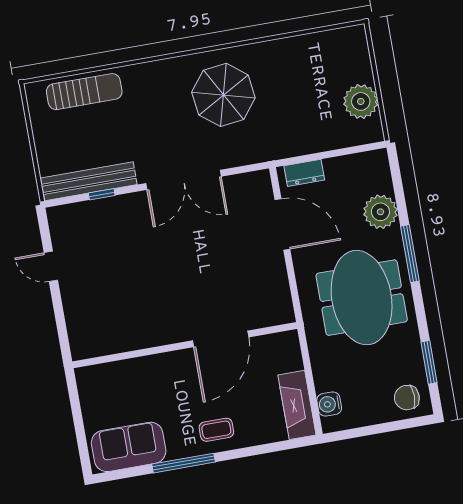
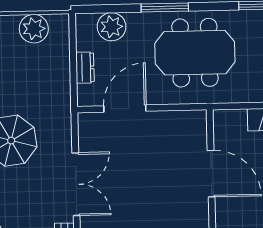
dresser: (304, 173) -> (85, 68), moved
plant: (380, 212) -> (112, 27), moved

